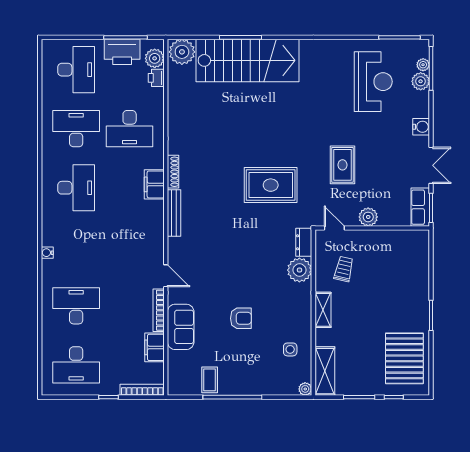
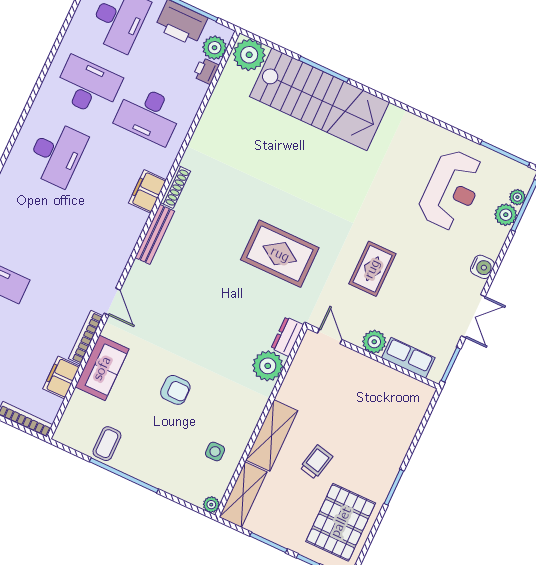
row of seats: (420, 207) -> (408, 358), moved, turned 90
trolley: (344, 269) -> (316, 462), moved
shelving: (323, 310) -> (272, 435), width x1.50, depth x1.33

